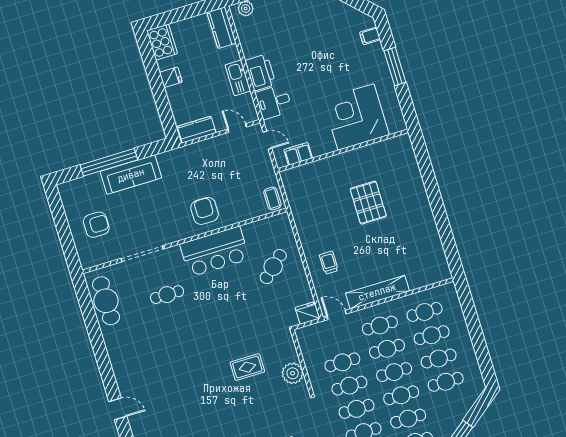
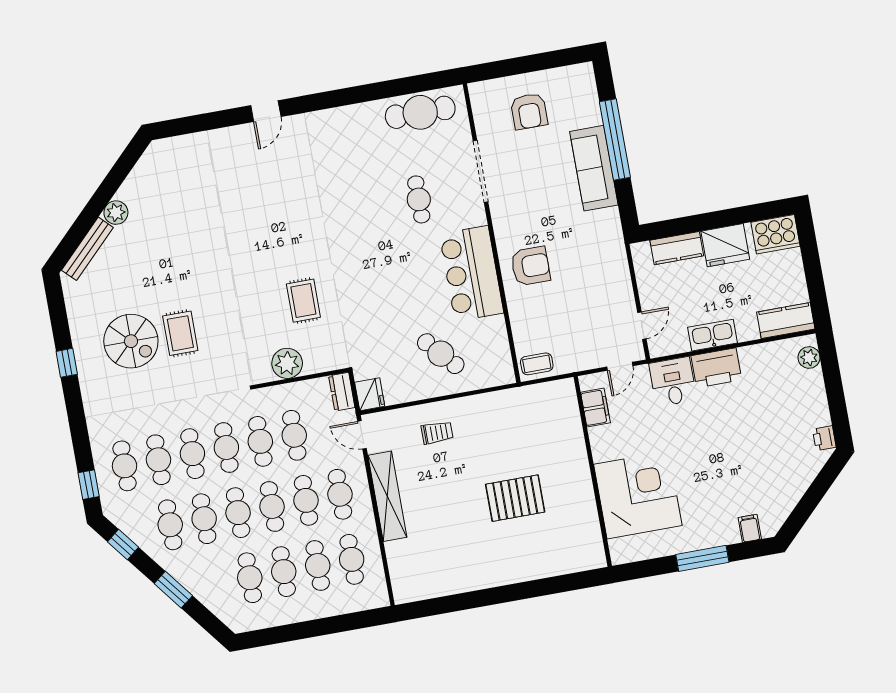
fridge: (171, 77) -> (725, 245), width x1.88, depth x1.34
kitchen counter: (197, 130) -> (677, 248), moved, turned 90
door: (337, 315) -> (362, 435), swing flipped
dresser: (308, 333) -> (342, 392), added

